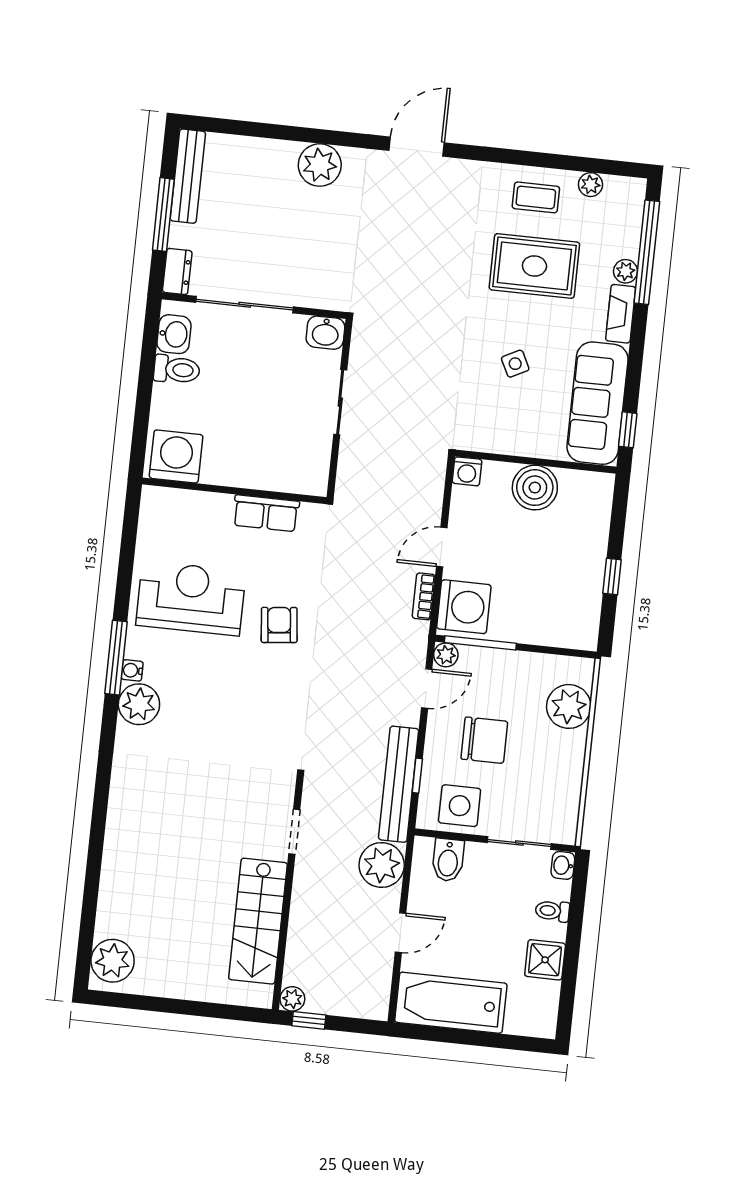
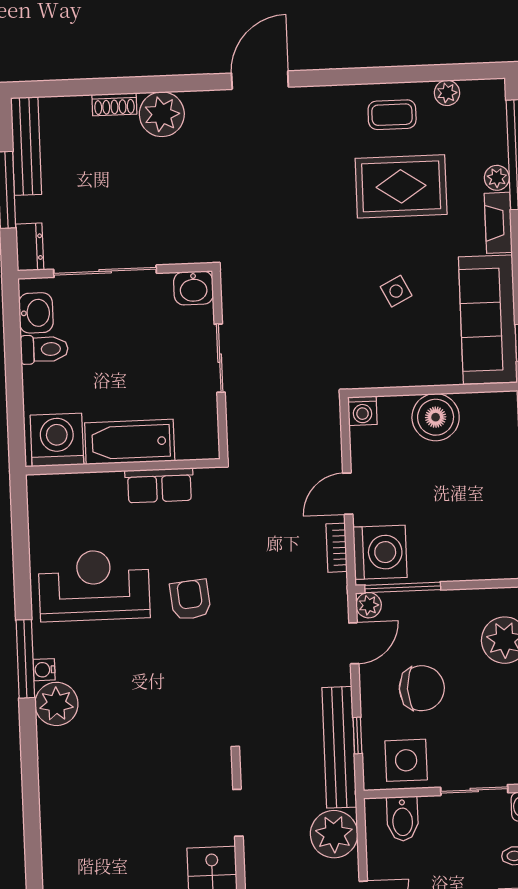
shoe rack: (277, 149) -> (114, 104), added
bathtub: (244, 468) -> (130, 442), added

